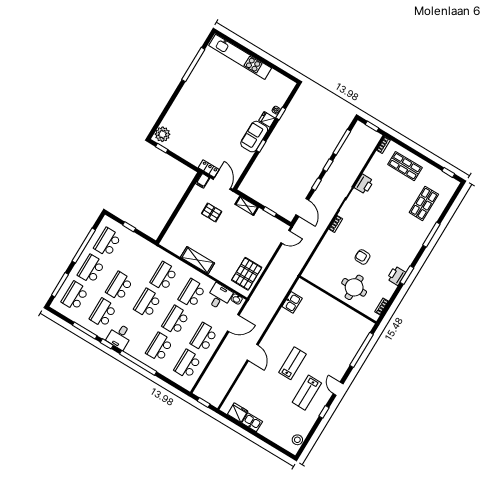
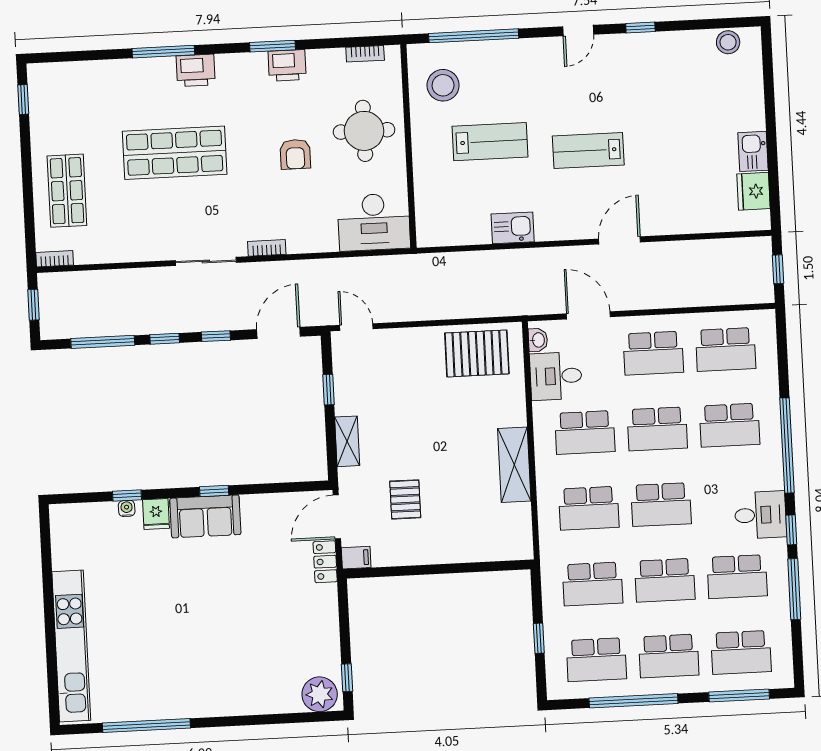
printer: (364, 184) -> (196, 70), moved, turned 180
shop shelf: (424, 203) -> (175, 153), moved, width x1.43, depth x1.36
school desk: (136, 259) -> (593, 584), added
desk: (319, 269) -> (374, 222), added
kitchen sink: (292, 302) -> (513, 228), moved
stool: (351, 327) -> (443, 85), added
lab bench: (307, 393) -> (490, 142), moved

